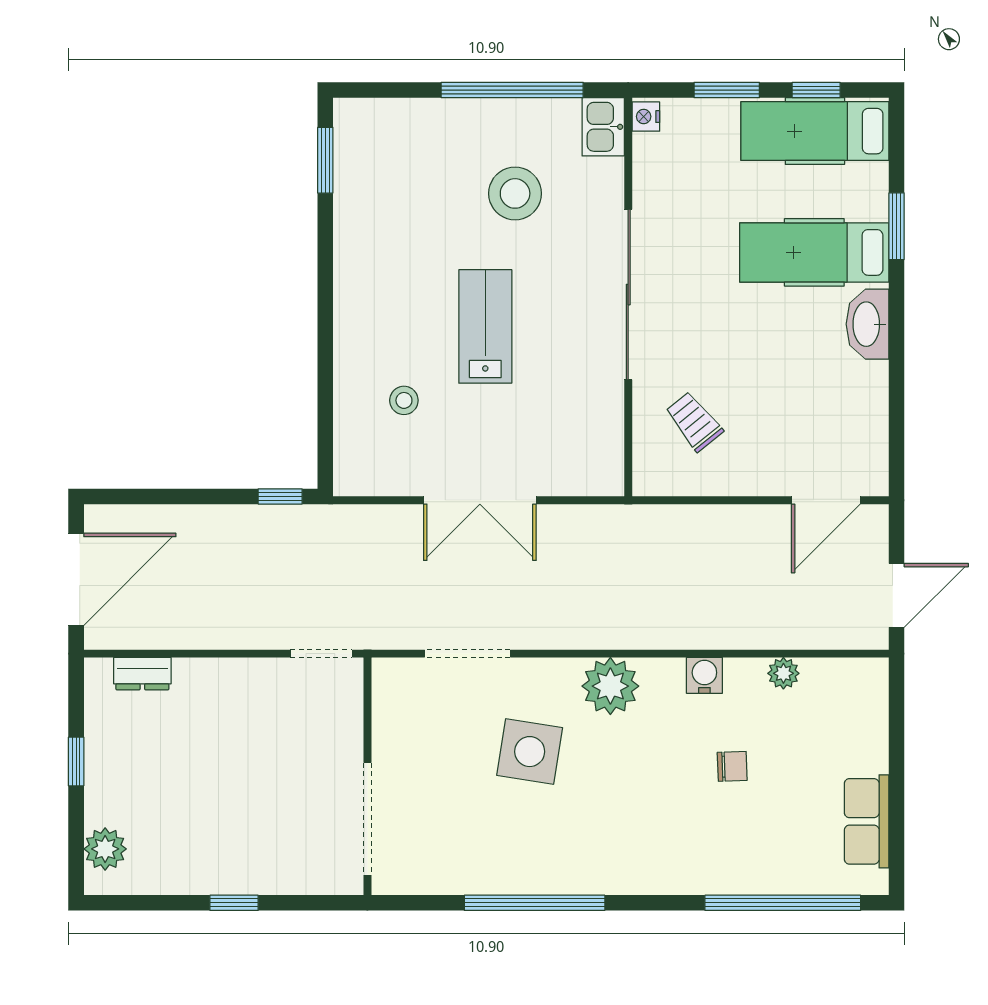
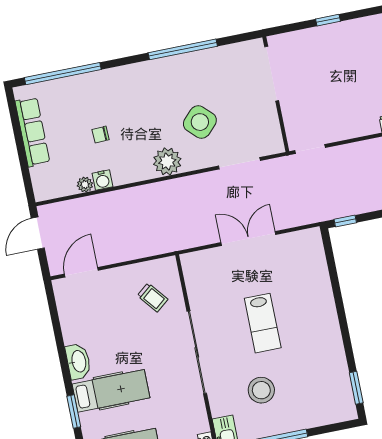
stool: (404, 400) -> (295, 279), removed
water cooler: (704, 675) -> (102, 180), moved
side table: (530, 752) -> (200, 122), turned 35
row of seats: (867, 821) -> (32, 132), width x1.48

